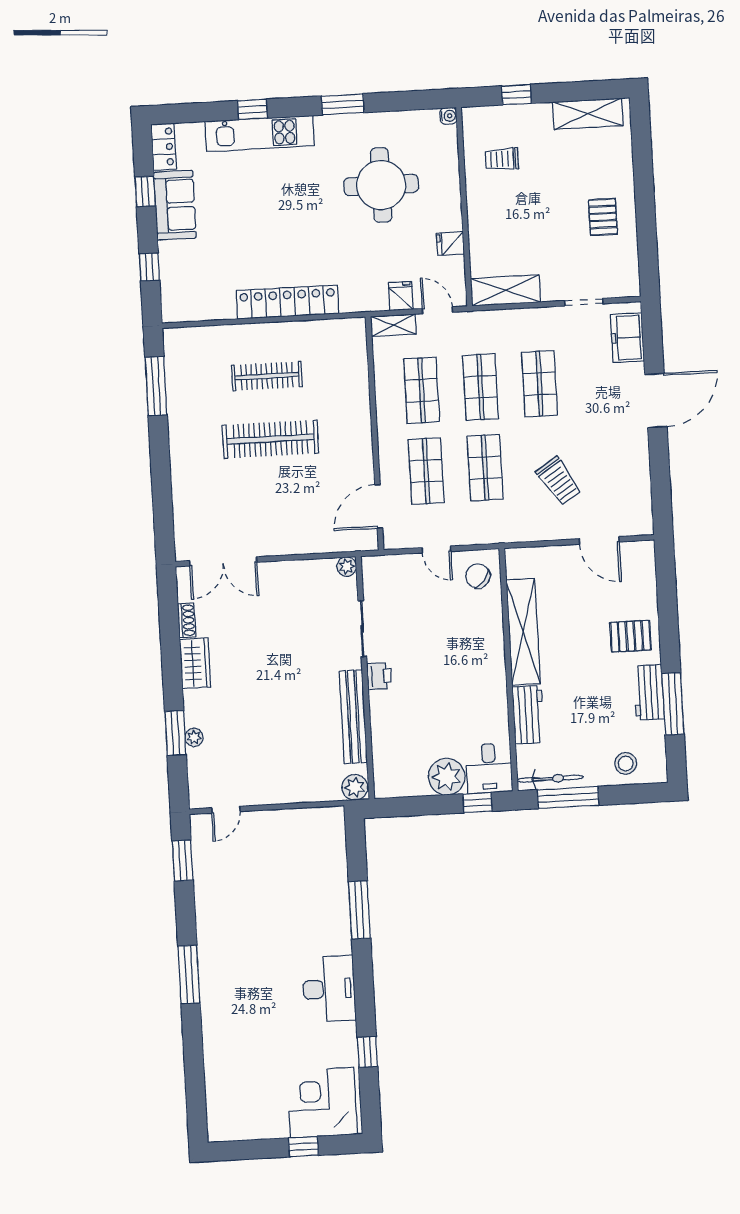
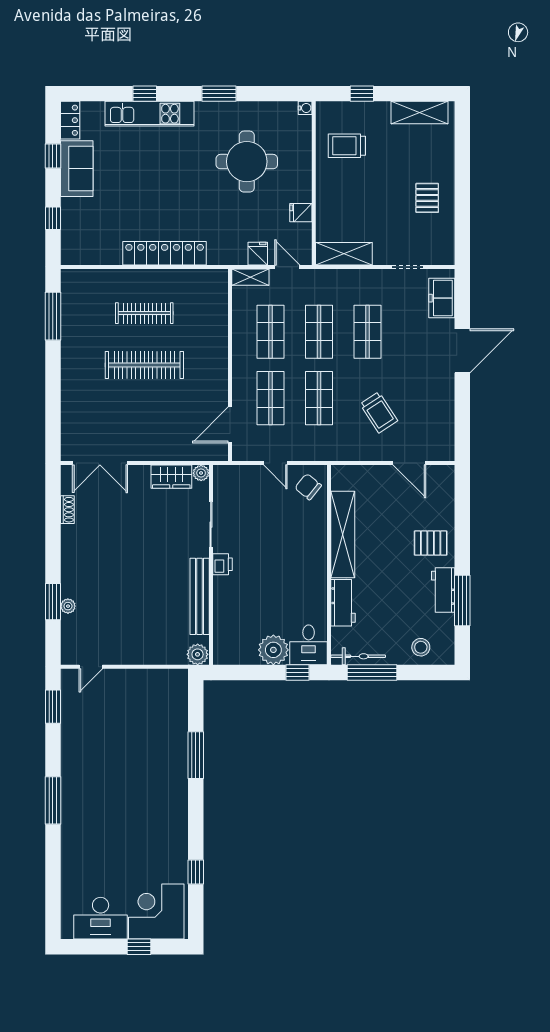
trolley: (502, 159) -> (347, 146), width x1.36, depth x1.39
wardrobe: (195, 663) -> (171, 477), moved, turned 90
desk: (329, 989) -> (101, 918), moved, turned 90

